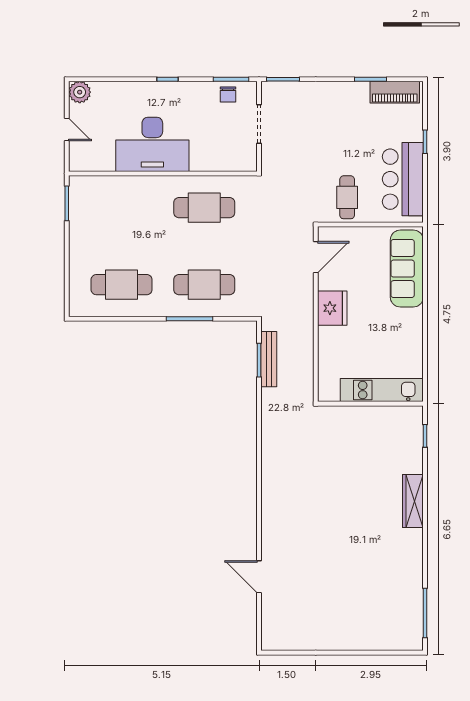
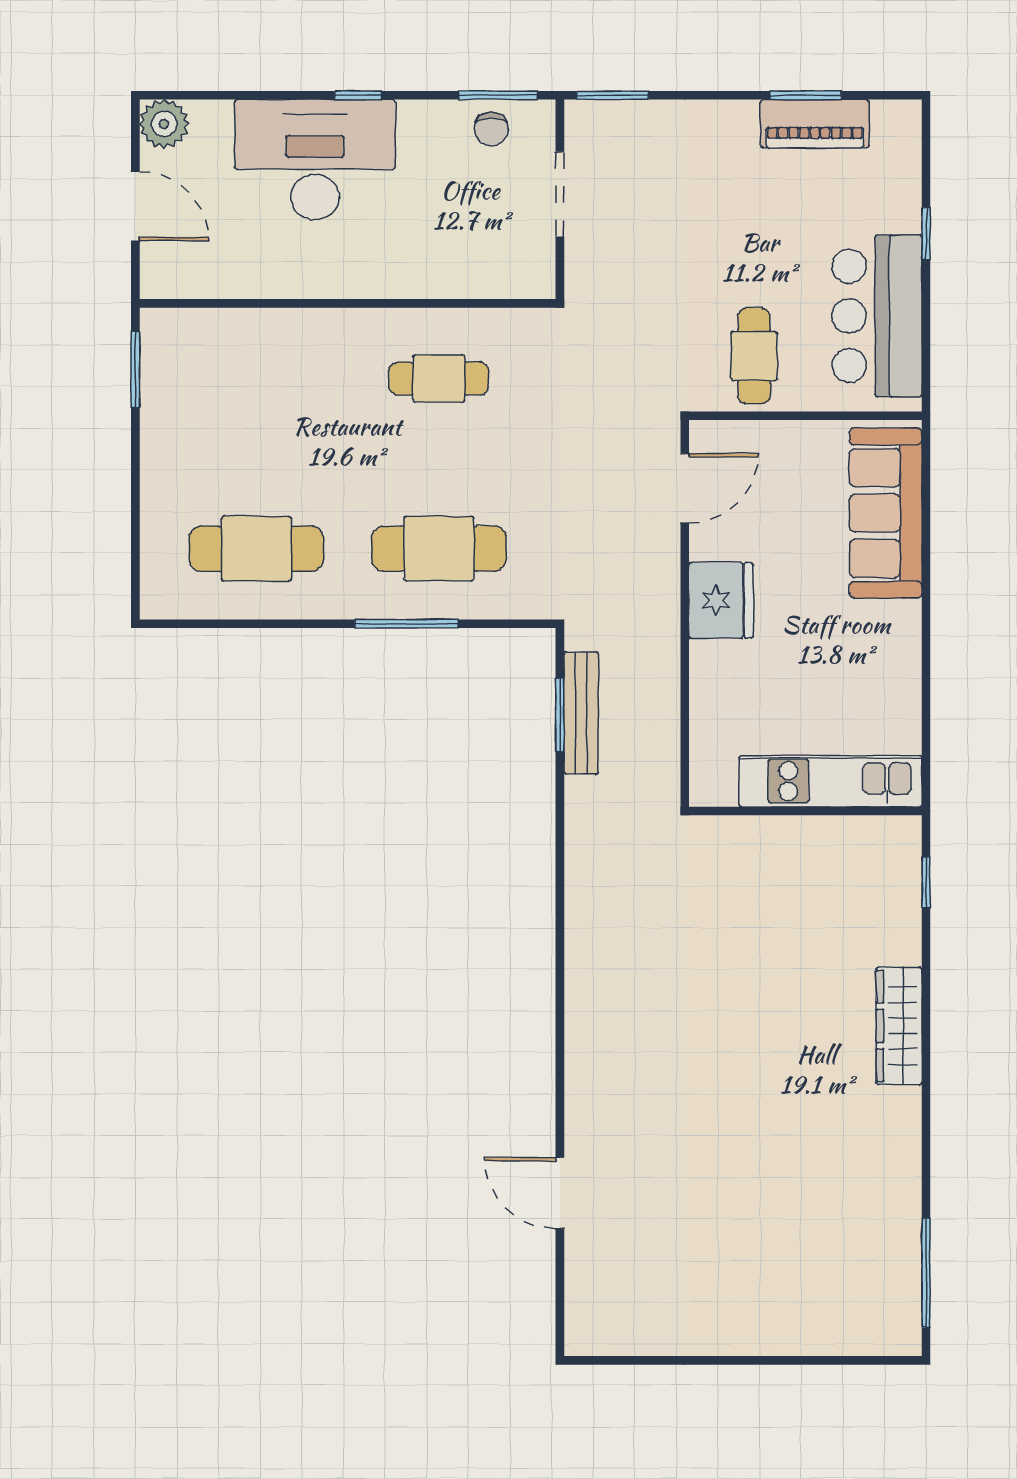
piano: (395, 92) -> (815, 124), moved
door: (67, 129) -> (135, 206), width x1.38
desk: (152, 144) -> (315, 160), moved, turned 180
cafe table: (204, 208) -> (439, 379), width x0.73, depth x0.74

